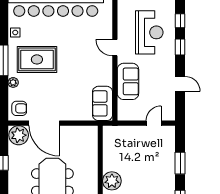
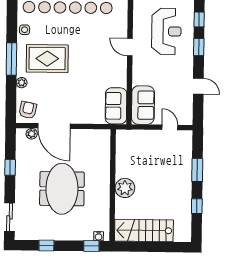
sofa: (128, 81) -> (143, 105), moved
armchair: (19, 108) -> (28, 110), turned -79
door: (154, 123) -> (170, 127), hinge flipped
plant: (19, 135) -> (32, 134), width x0.53, depth x0.53

